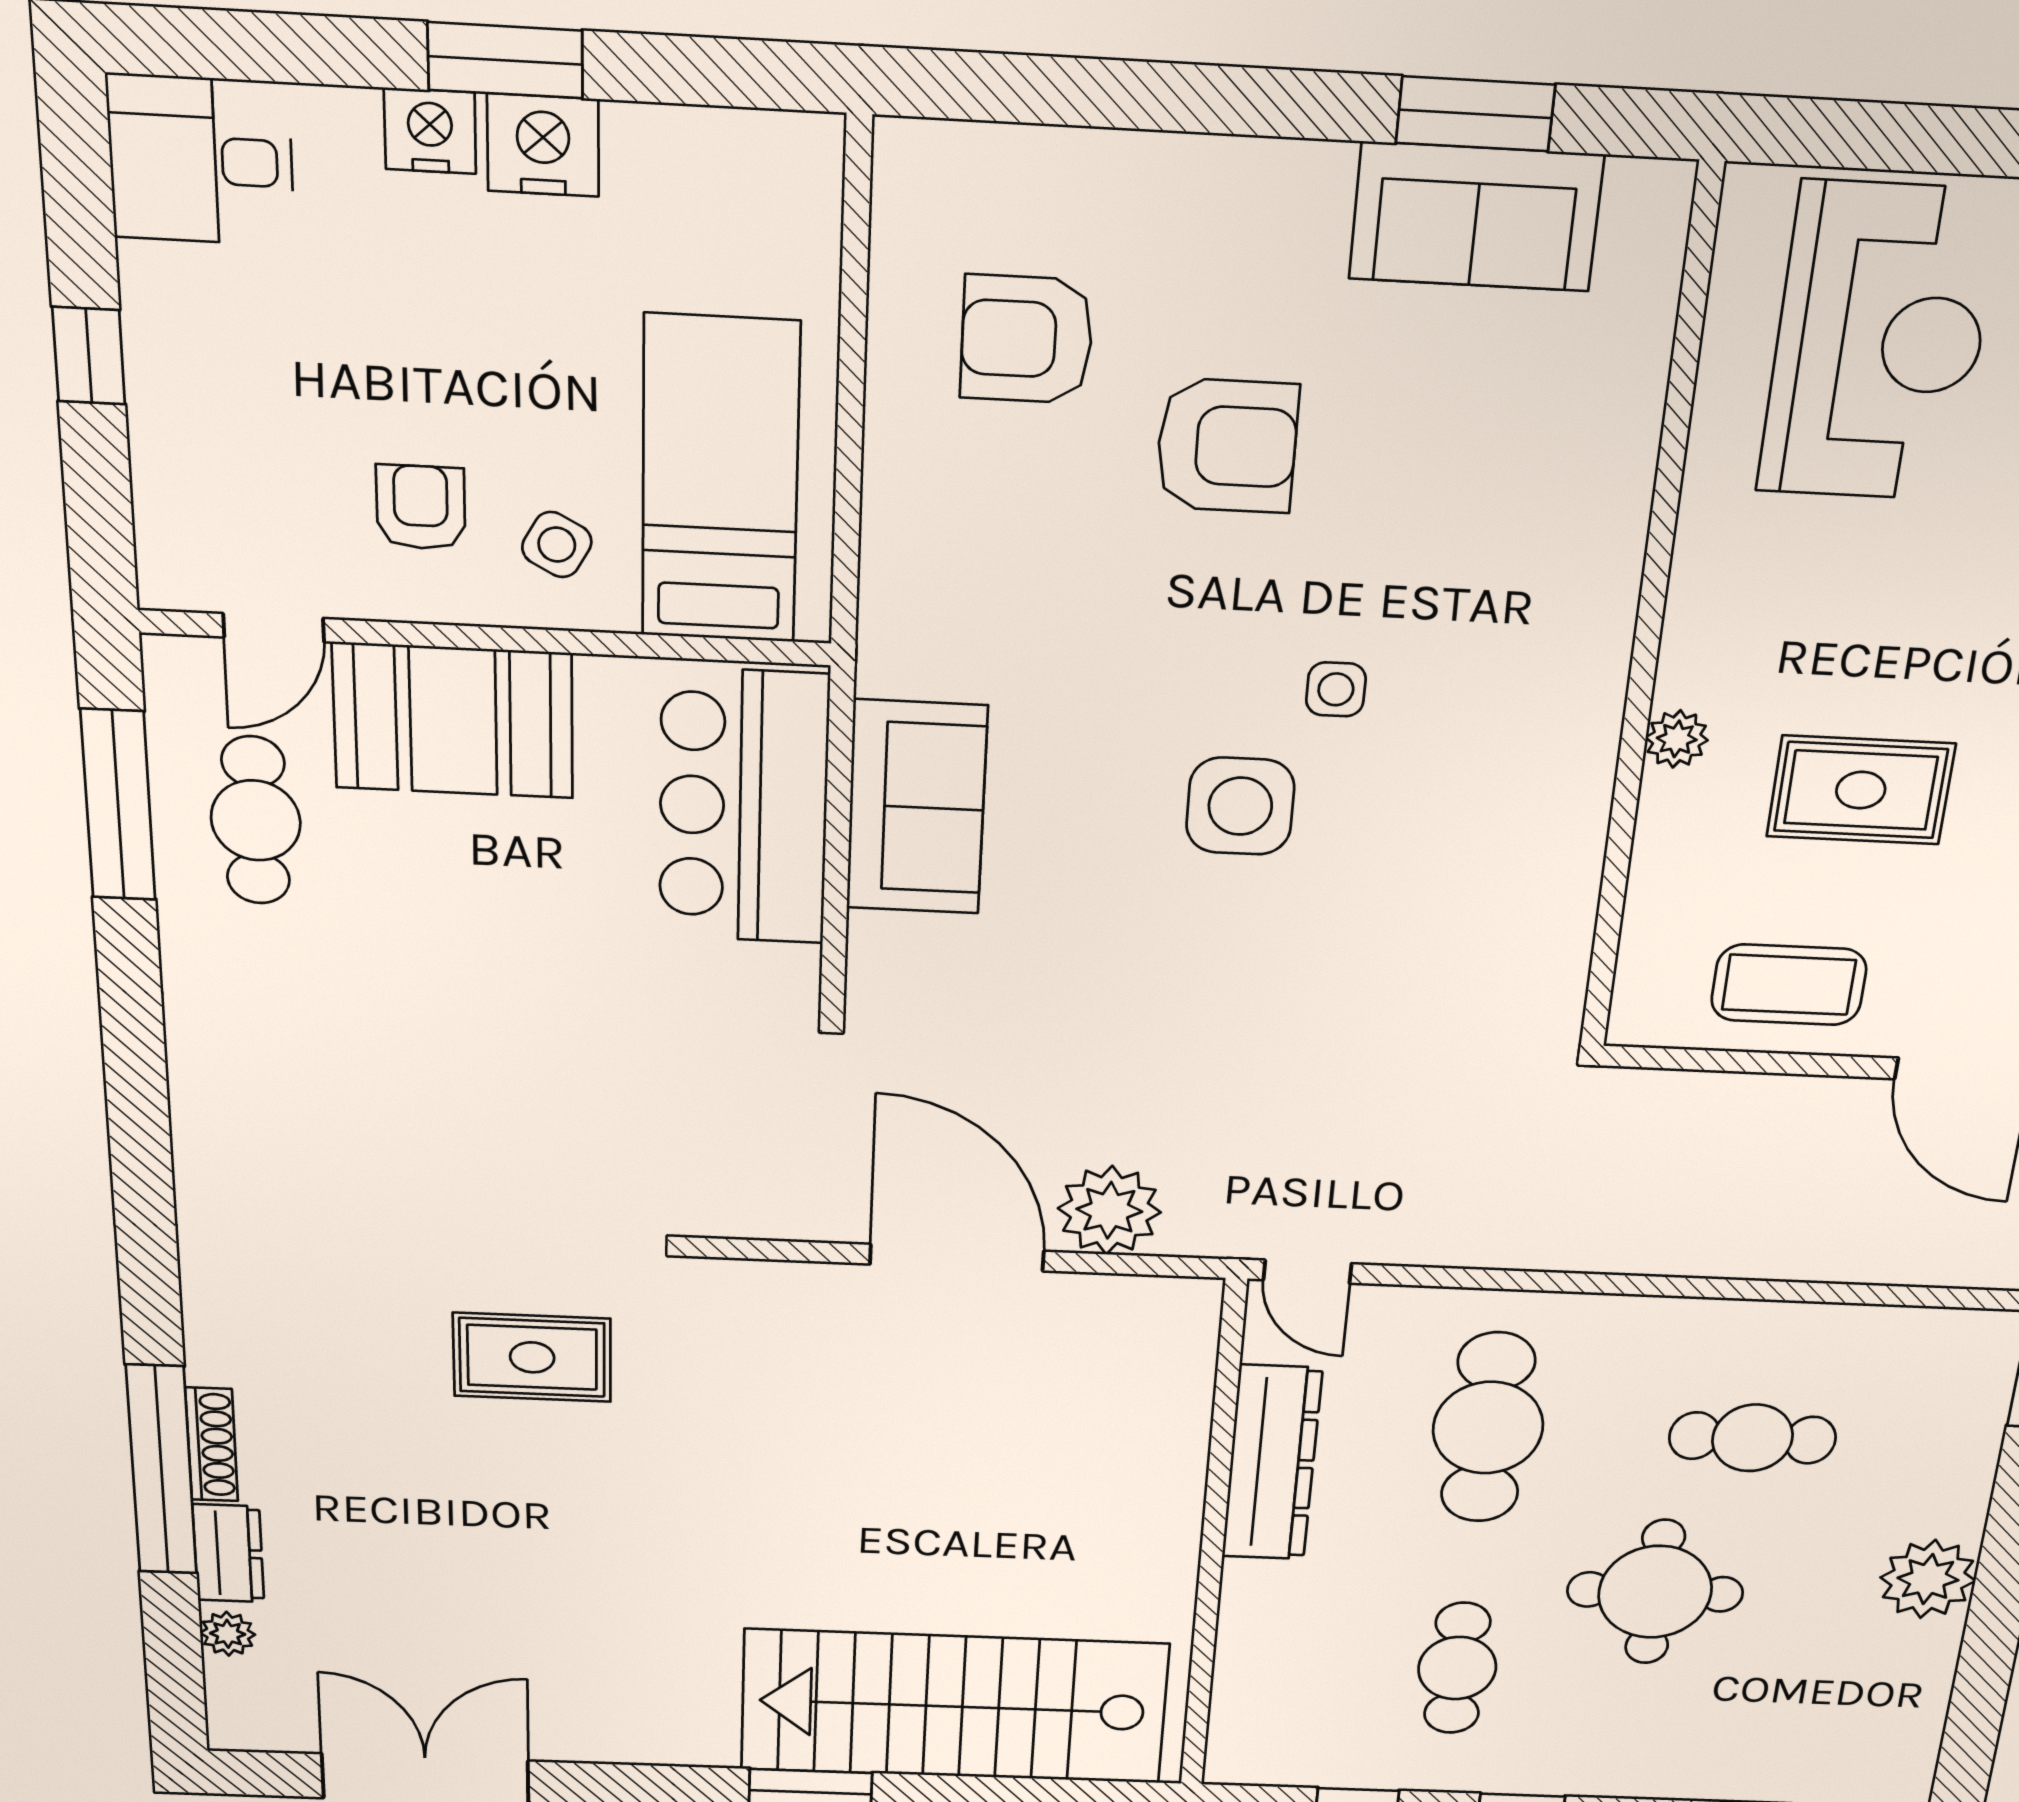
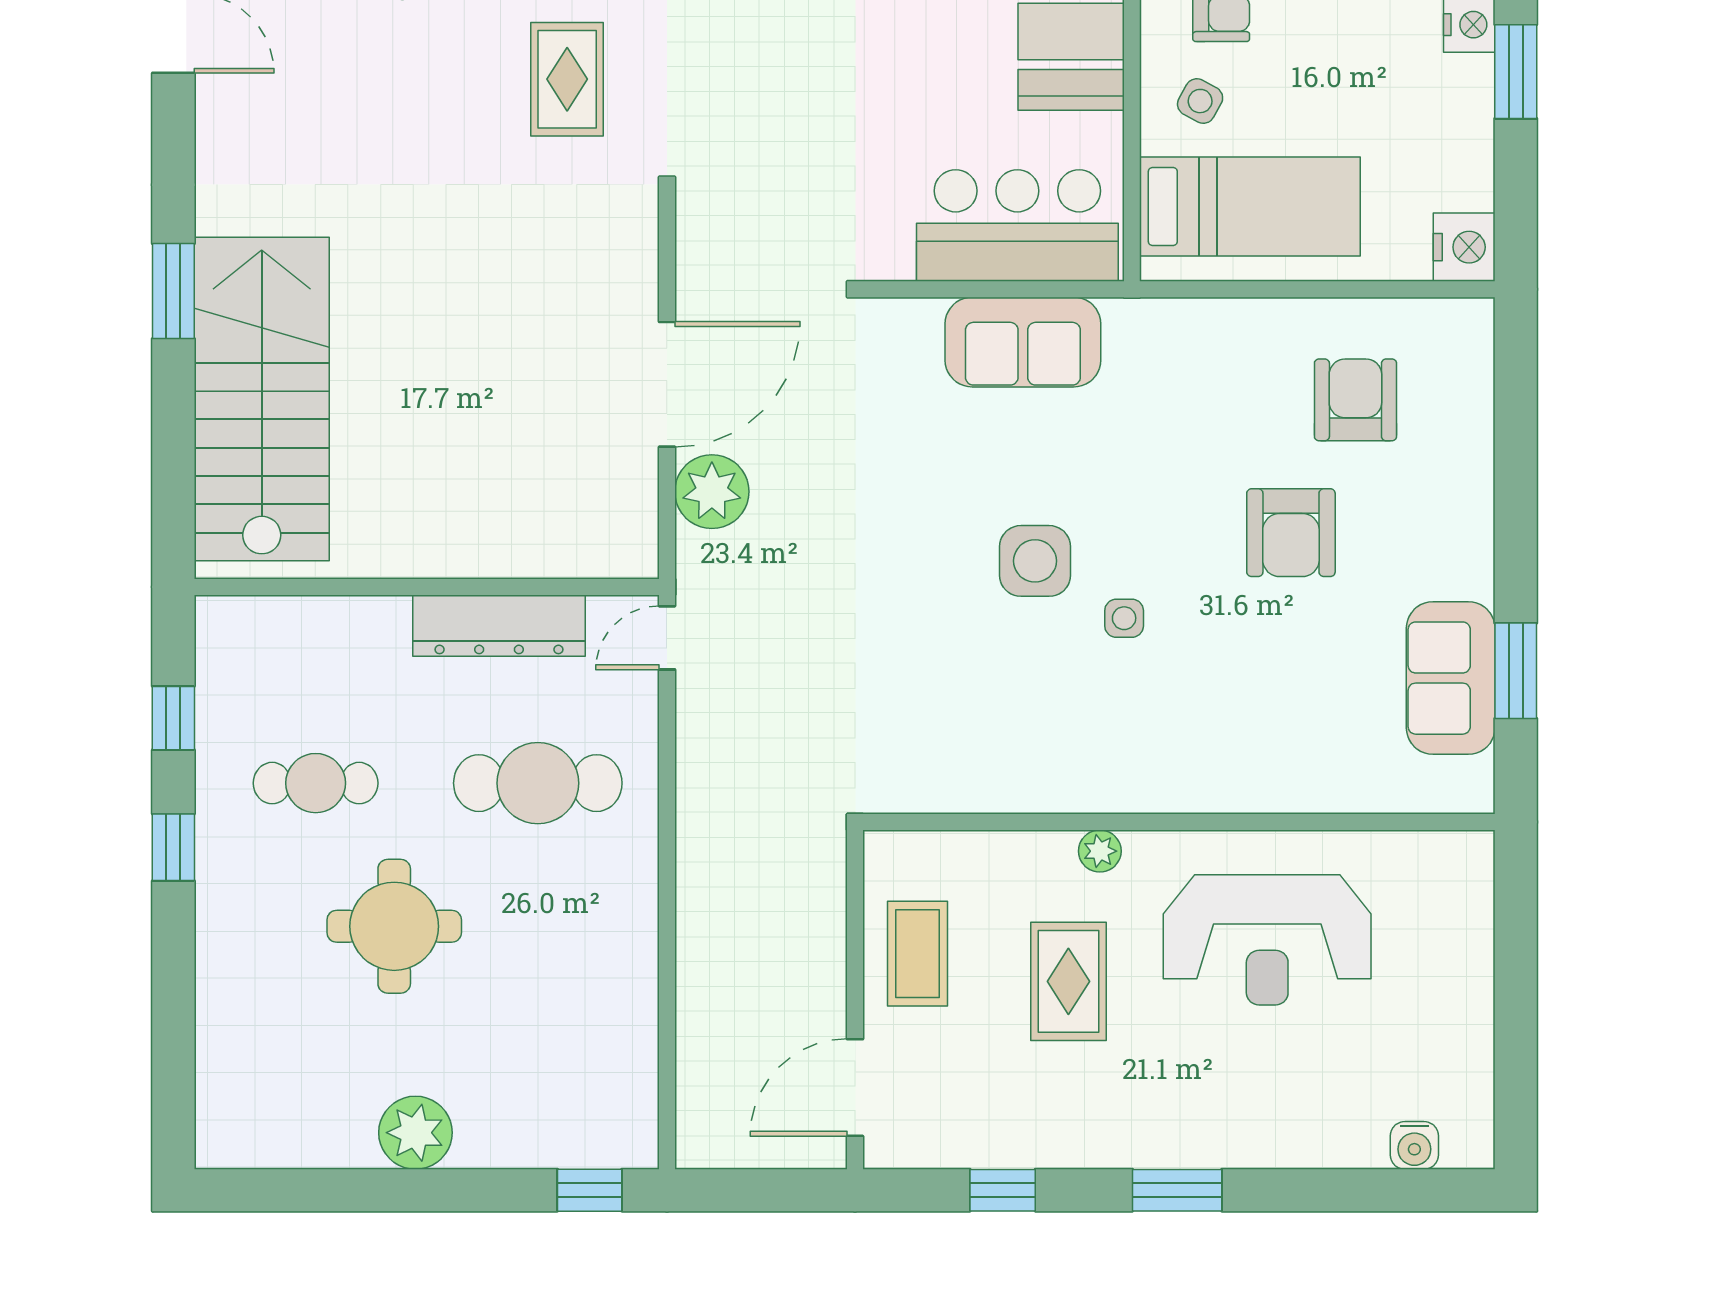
nightstand: (543, 145) -> (1464, 247), moved
reception desk: (1879, 342) -> (1267, 940), moved
cafe table: (1753, 1438) -> (538, 981), removed

